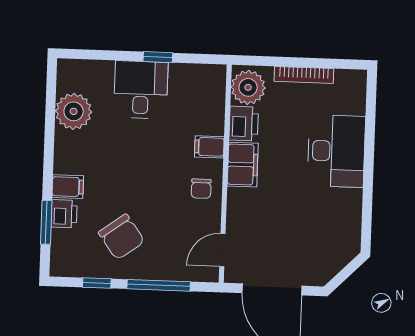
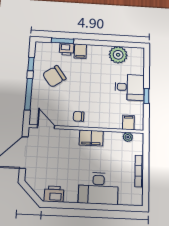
plant: (248, 87) -> (128, 137), width x0.53, depth x0.53
printer: (244, 124) -> (54, 194), moved, turned 180
filing cabinet: (209, 147) -> (128, 122), moved

